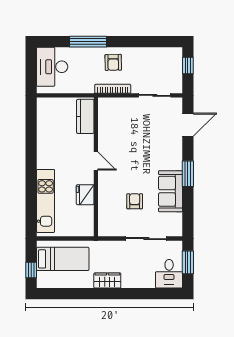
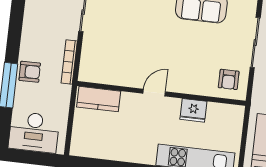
armchair: (113, 62) -> (30, 72), moved
armchair: (135, 201) -> (229, 79), moved, turned -90

